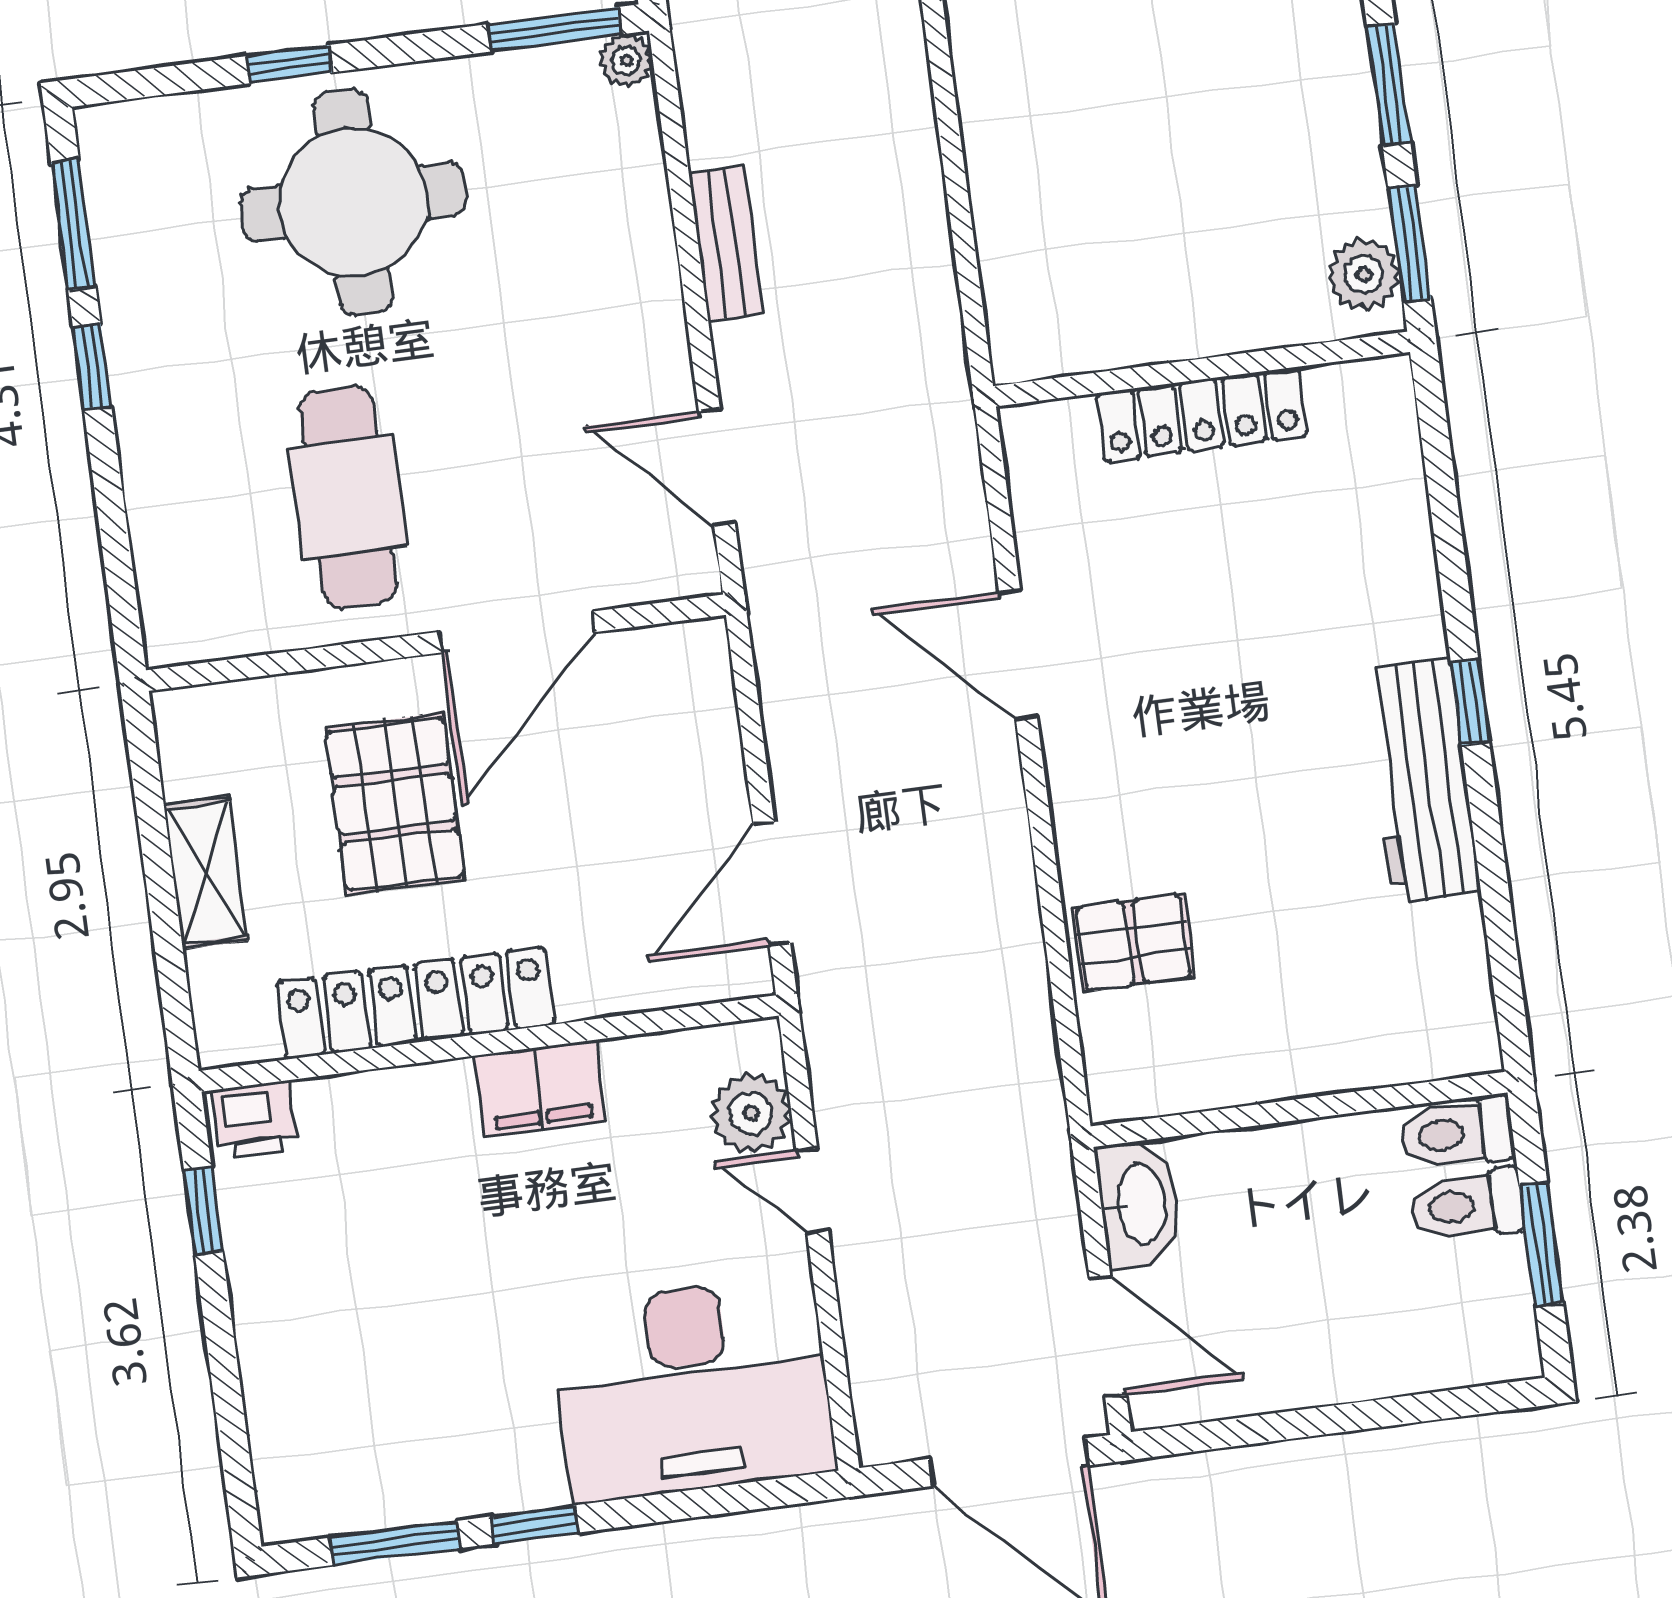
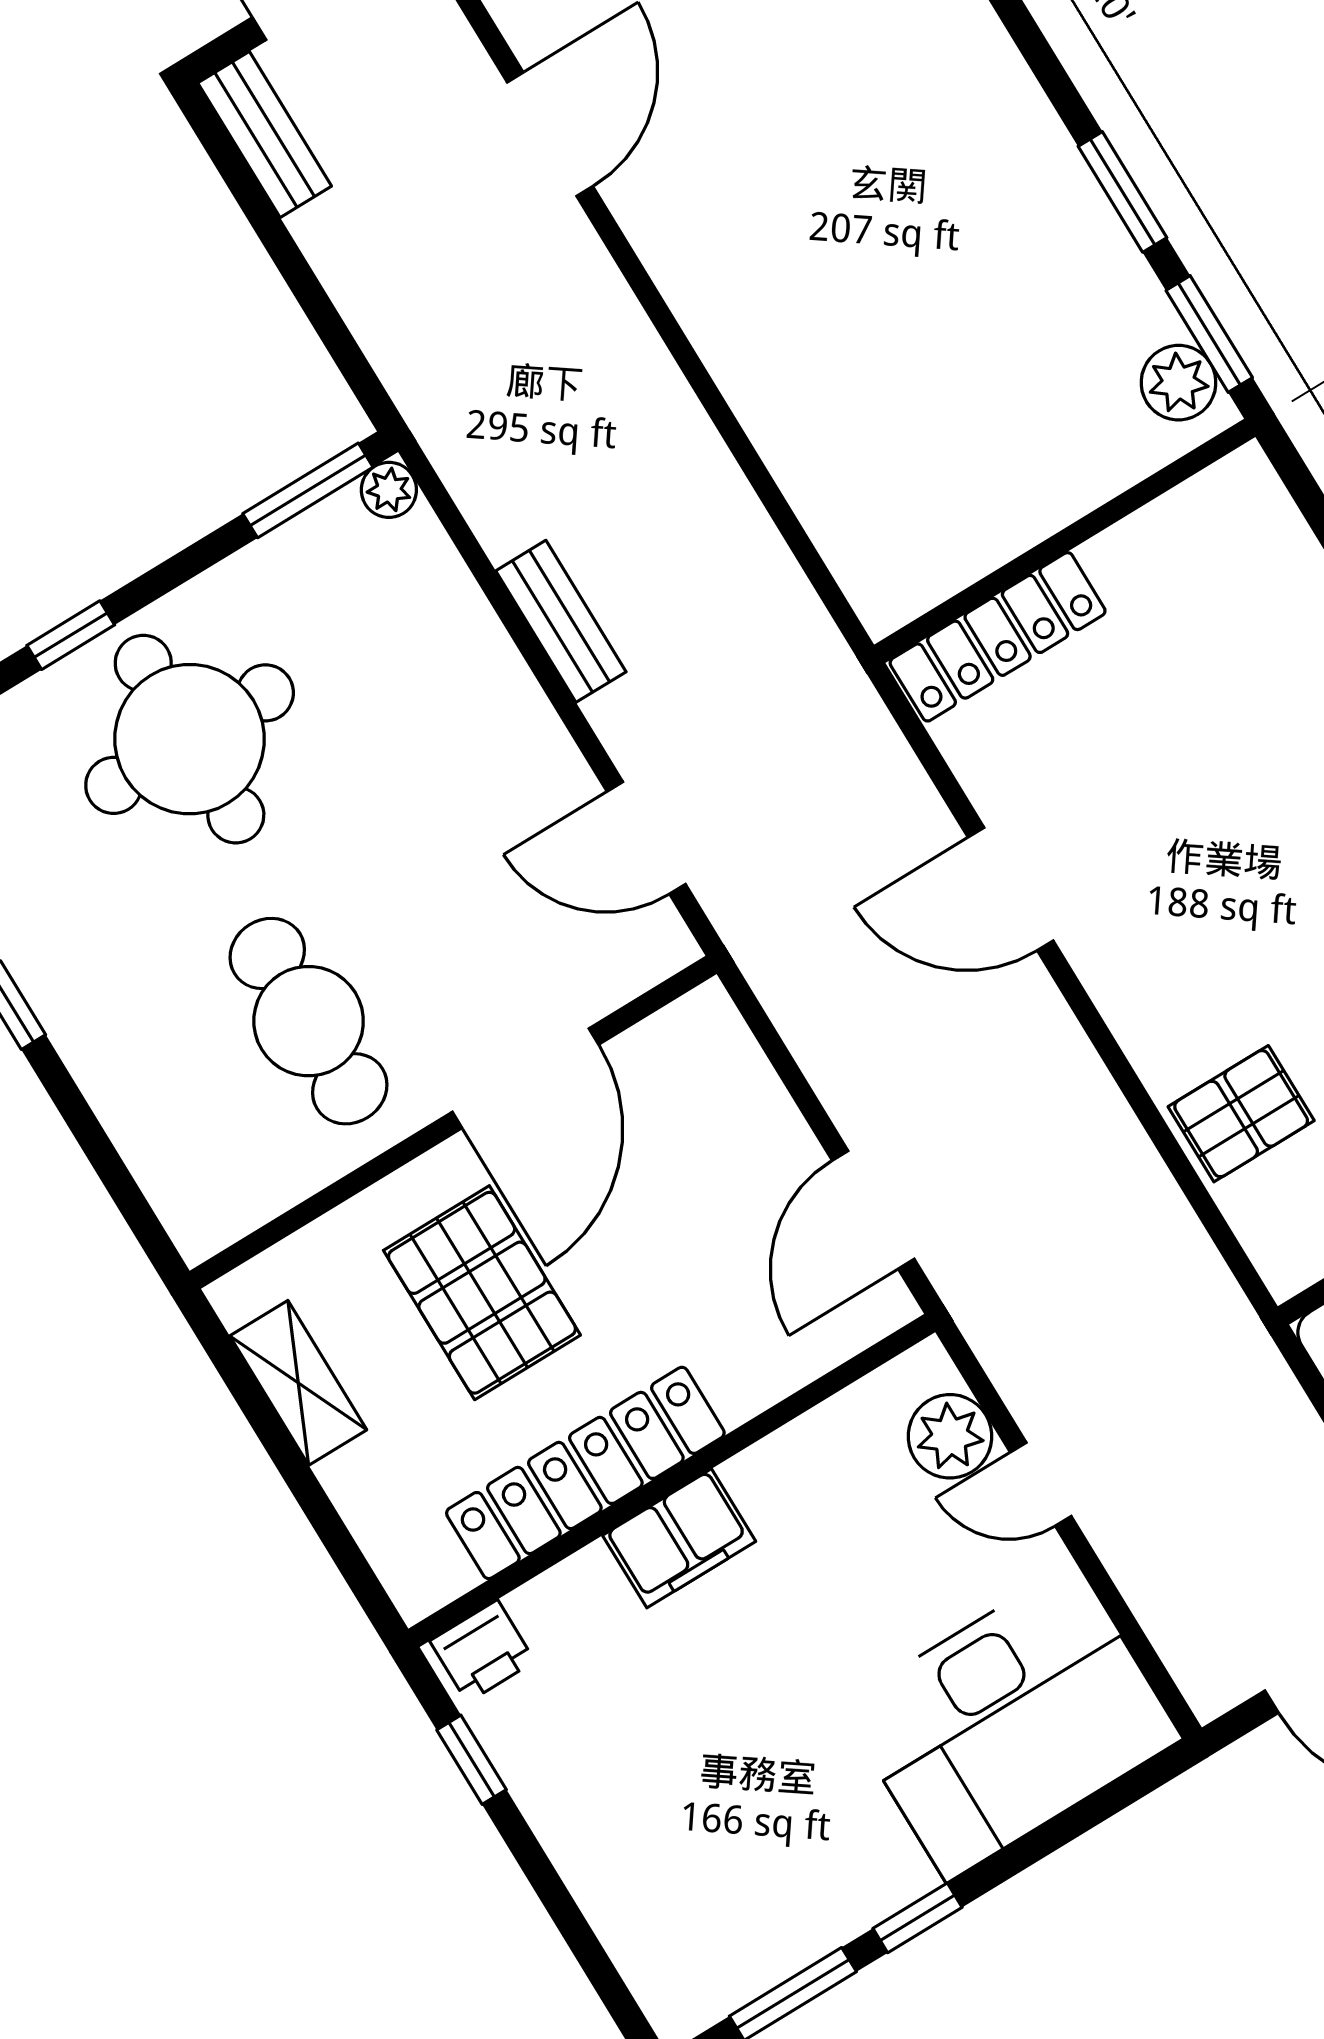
locker: (1202, 415) -> (998, 637), moved
shelving: (206, 873) -> (298, 1383), moved
filing cabinet: (540, 1088) -> (679, 1538), moved

